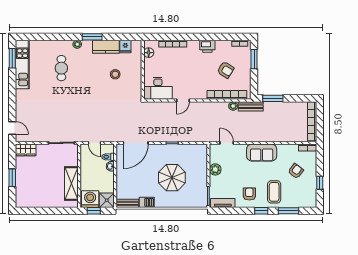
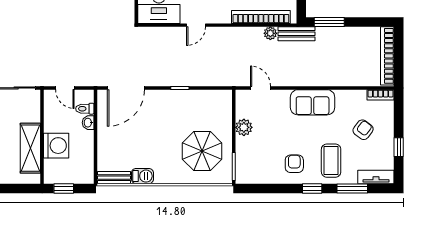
parasol: (172, 178) -> (202, 151), moved
washing machine: (90, 199) -> (56, 146), moved, turned 90
shower: (107, 200) -> (83, 173), removed
tv unit: (223, 203) -> (376, 177), moved

